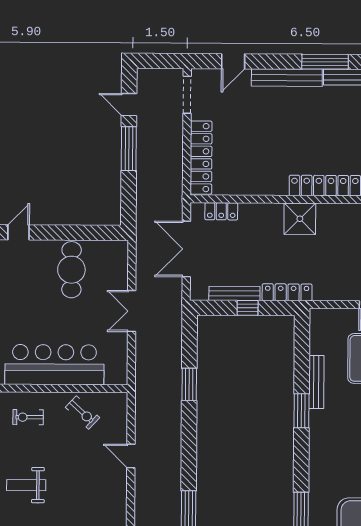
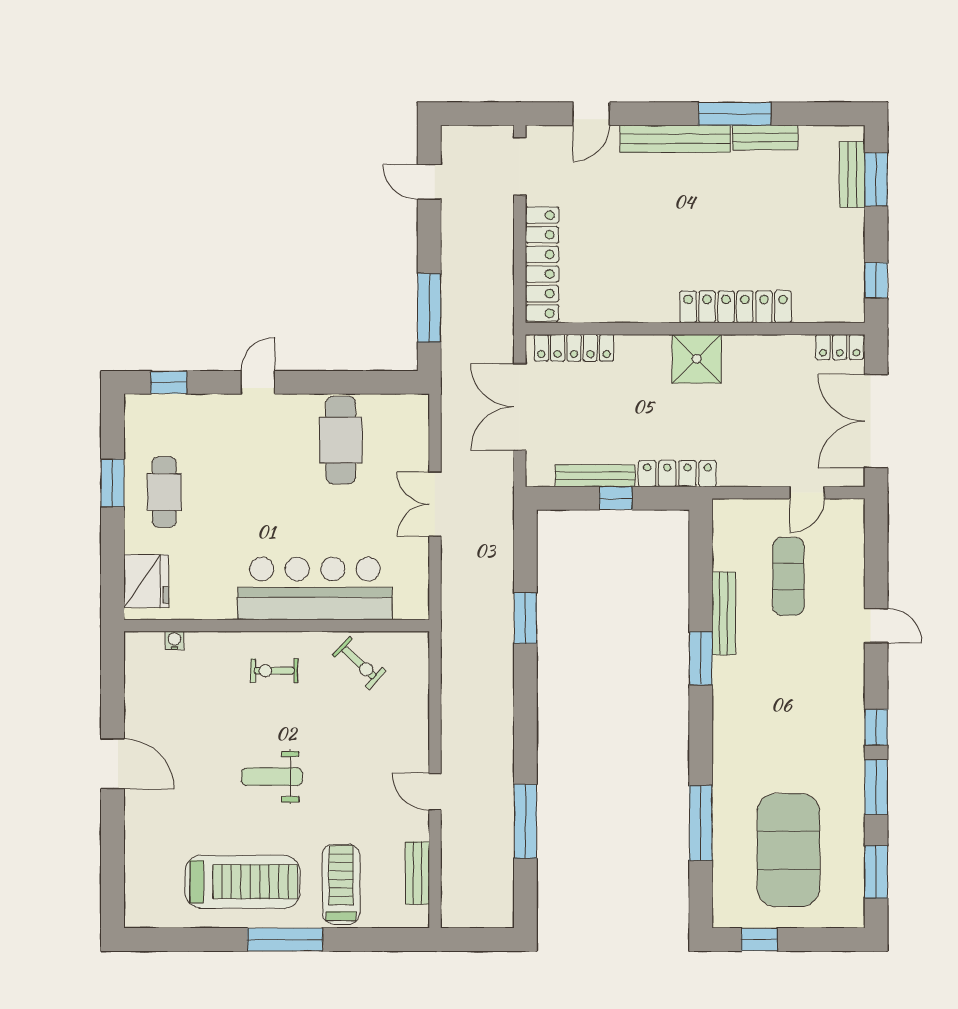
window: (129, 149) -> (429, 308), moved
locker: (221, 211) -> (574, 348), width x1.53
door: (131, 456) -> (435, 792), moved

